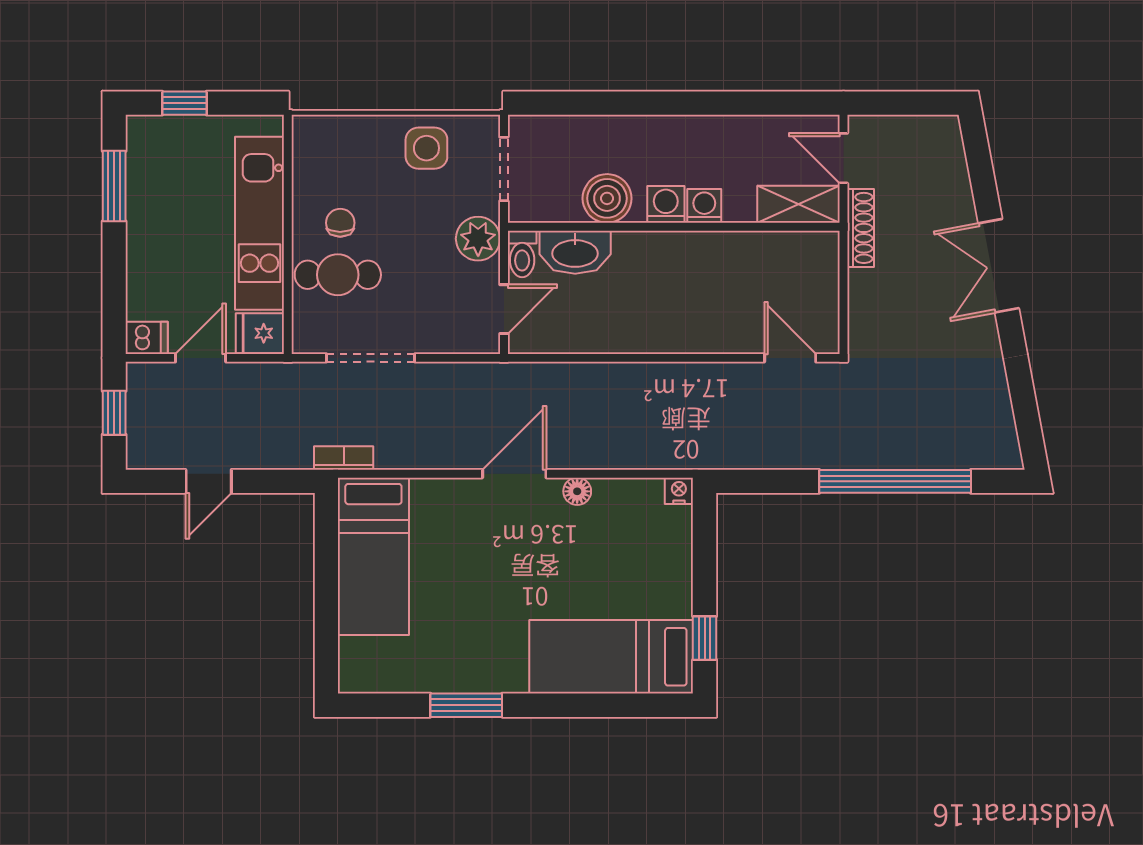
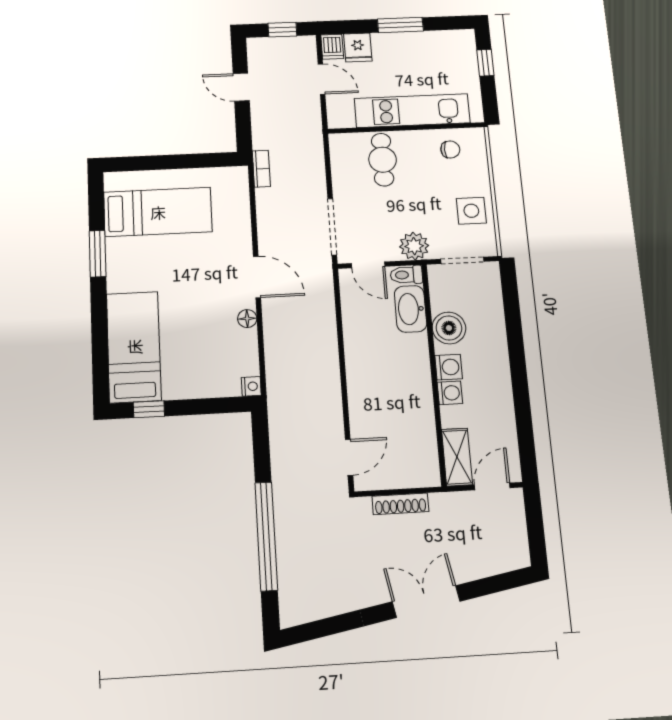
window: (114, 186) -> (400, 25), moved
chair: (340, 223) -> (450, 149), moved
shoe rack: (861, 228) -> (400, 504), moved
fridge: (260, 333) -> (358, 47), moved, turned 180
doorway: (371, 358) -> (332, 227), moved
bed: (373, 556) -> (158, 212), moved, turned 180

